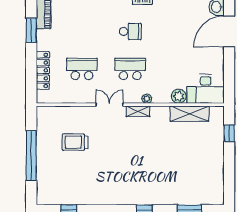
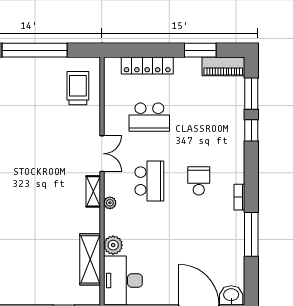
school desk: (130, 31) -> (199, 181), turned 180
school desk: (82, 69) -> (149, 117), turned 90
trolley: (75, 142) -> (78, 88), moved

